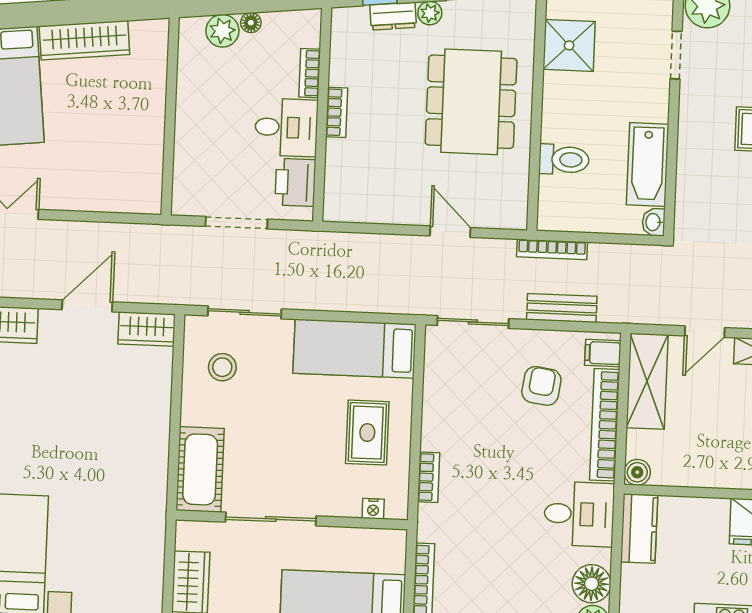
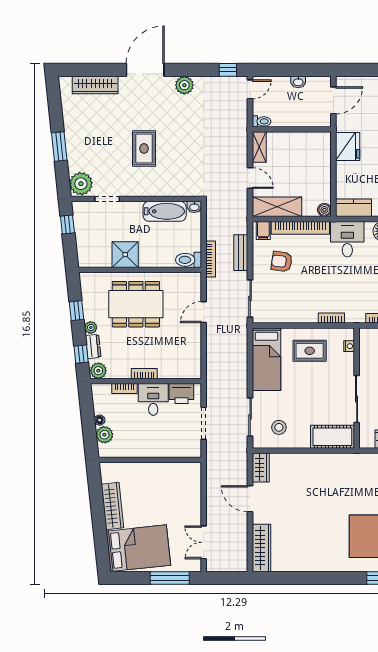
plant: (346, 24) -> (98, 371), added
shower: (569, 45) -> (125, 255), moved
toilet: (564, 160) -> (189, 260), moved, turned -90

